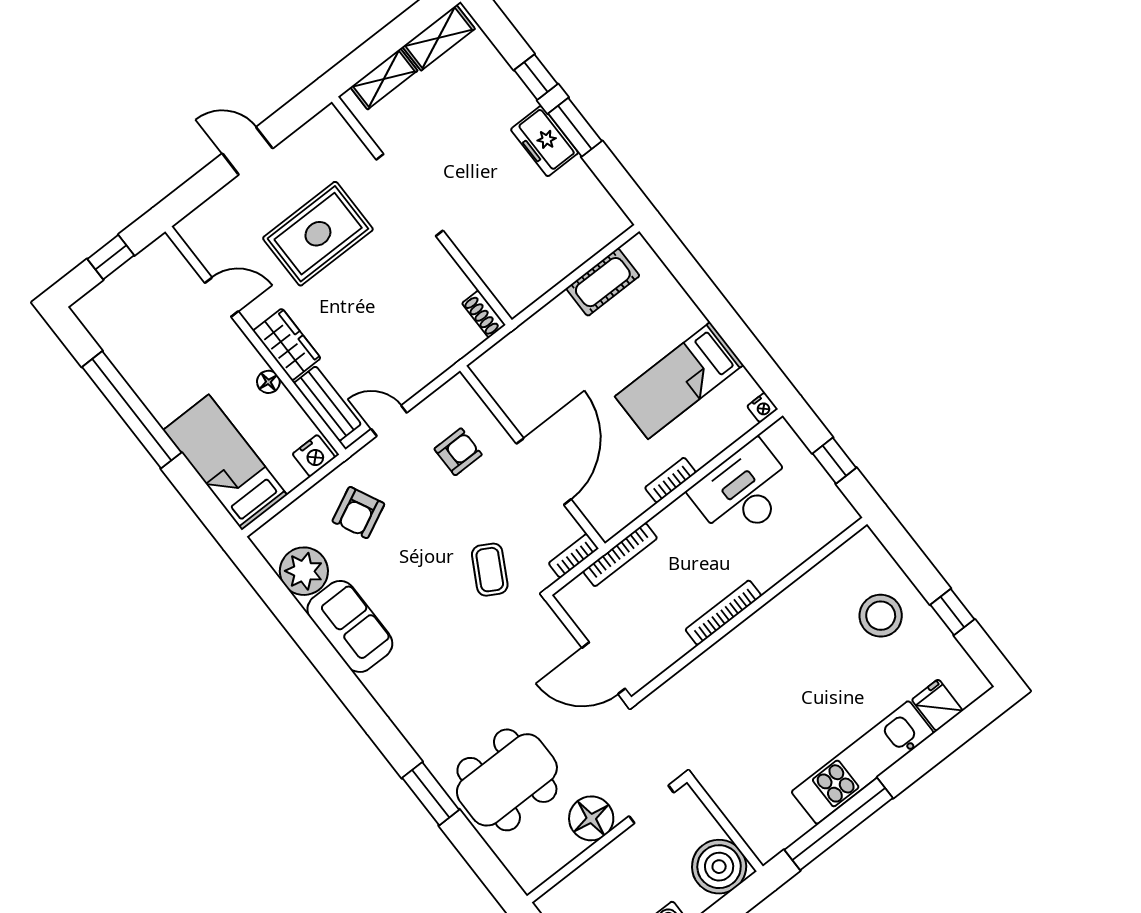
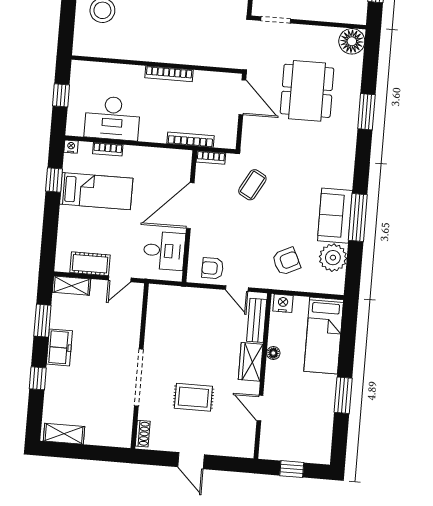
shelving: (384, 79) -> (71, 286), moved
window: (575, 127) -> (42, 321), moved
rug: (318, 234) -> (193, 397), width x0.73, depth x0.70
door: (548, 297) -> (120, 279), added
shoe rack: (484, 314) -> (143, 434), moved
window: (745, 346) -> (54, 180), added
desk: (524, 384) -> (164, 251), added
window: (132, 410) -> (343, 395), width x0.47
armchair: (458, 452) -> (212, 268), moved
bookcase: (670, 480) -> (108, 149), moved
window: (319, 650) -> (358, 218), added
dining table: (507, 780) -> (307, 91), moved, turned 90
floor lamp: (591, 818) -> (352, 41), moved

